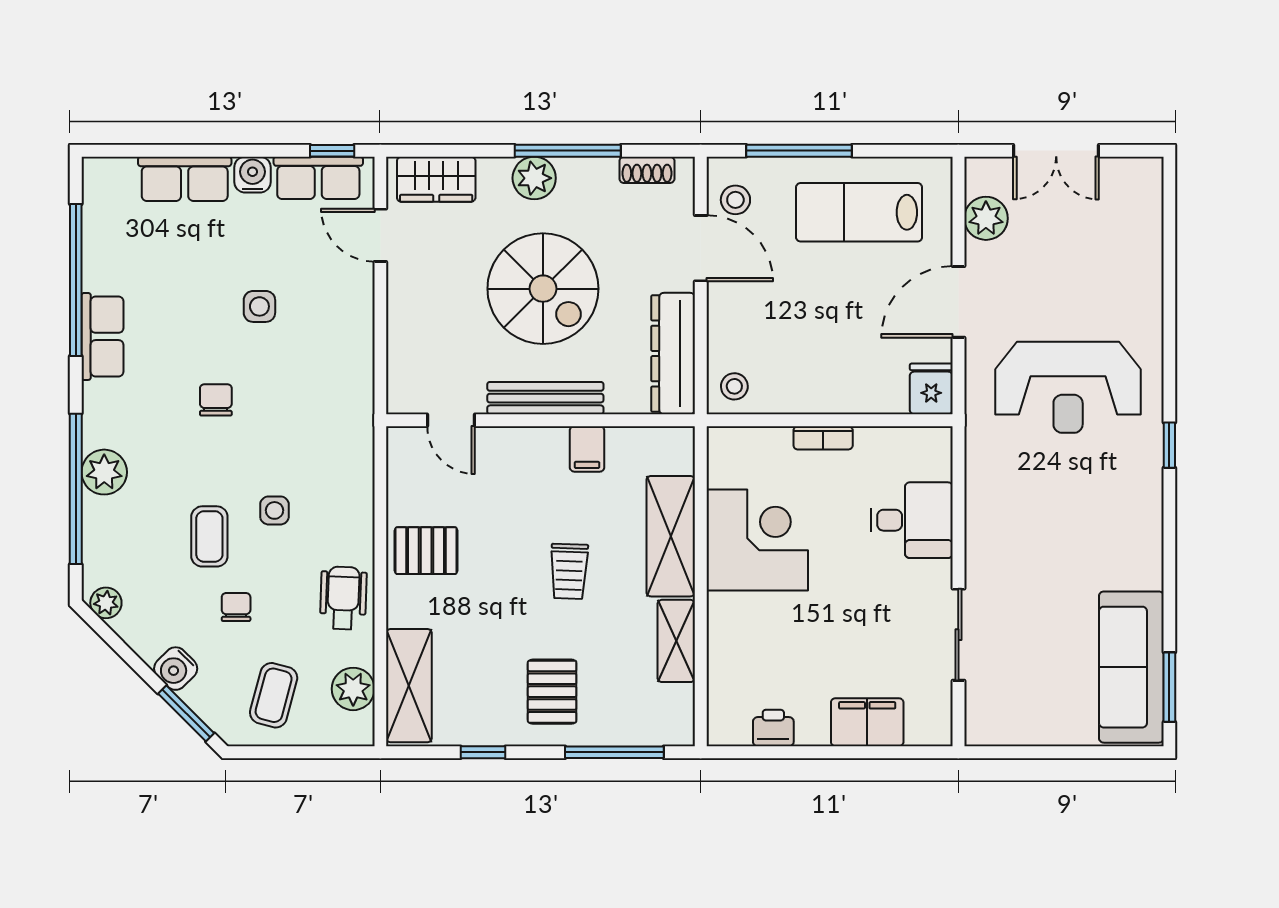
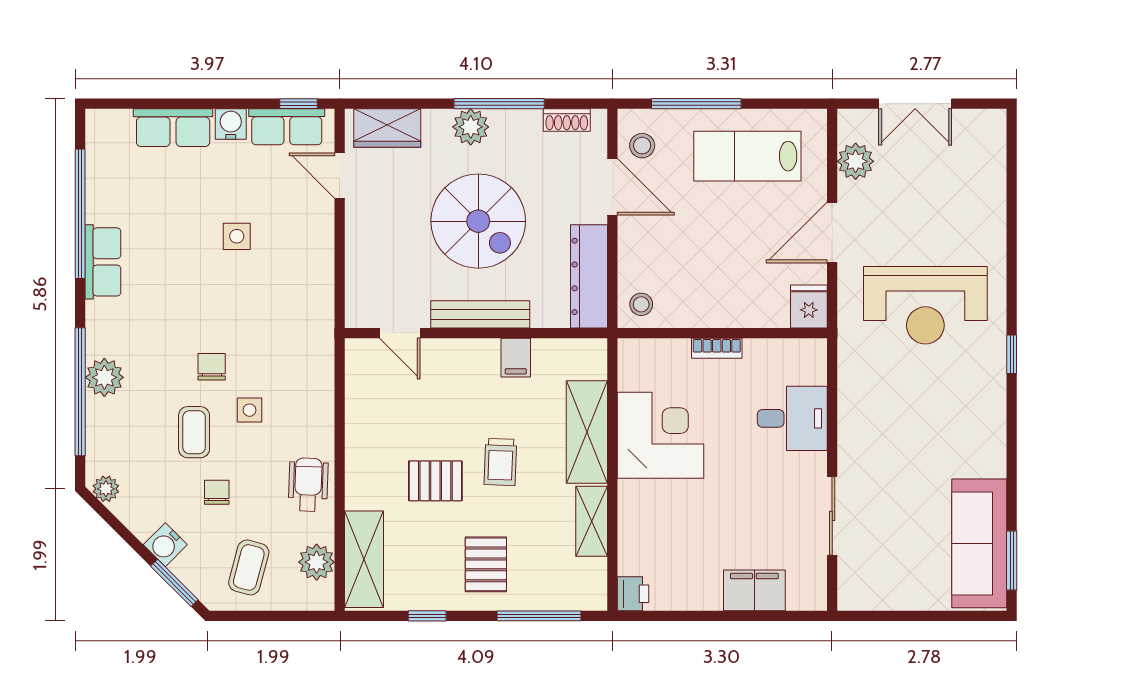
chair: (216, 400) -> (212, 367), moved
pallet: (426, 551) -> (435, 481), moved
printer: (773, 728) -> (633, 594), moved, turned 90

